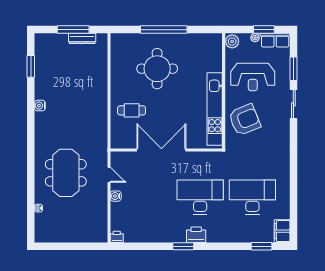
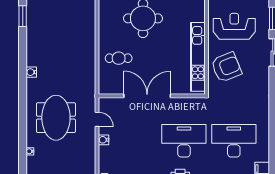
reception desk: (253, 77) -> (234, 26), turned 180
water cooler: (40, 106) -> (31, 72), moved

